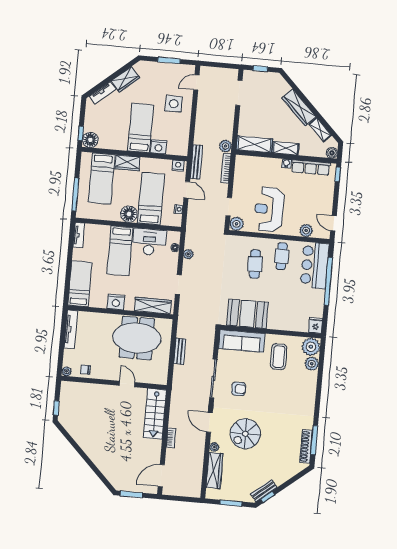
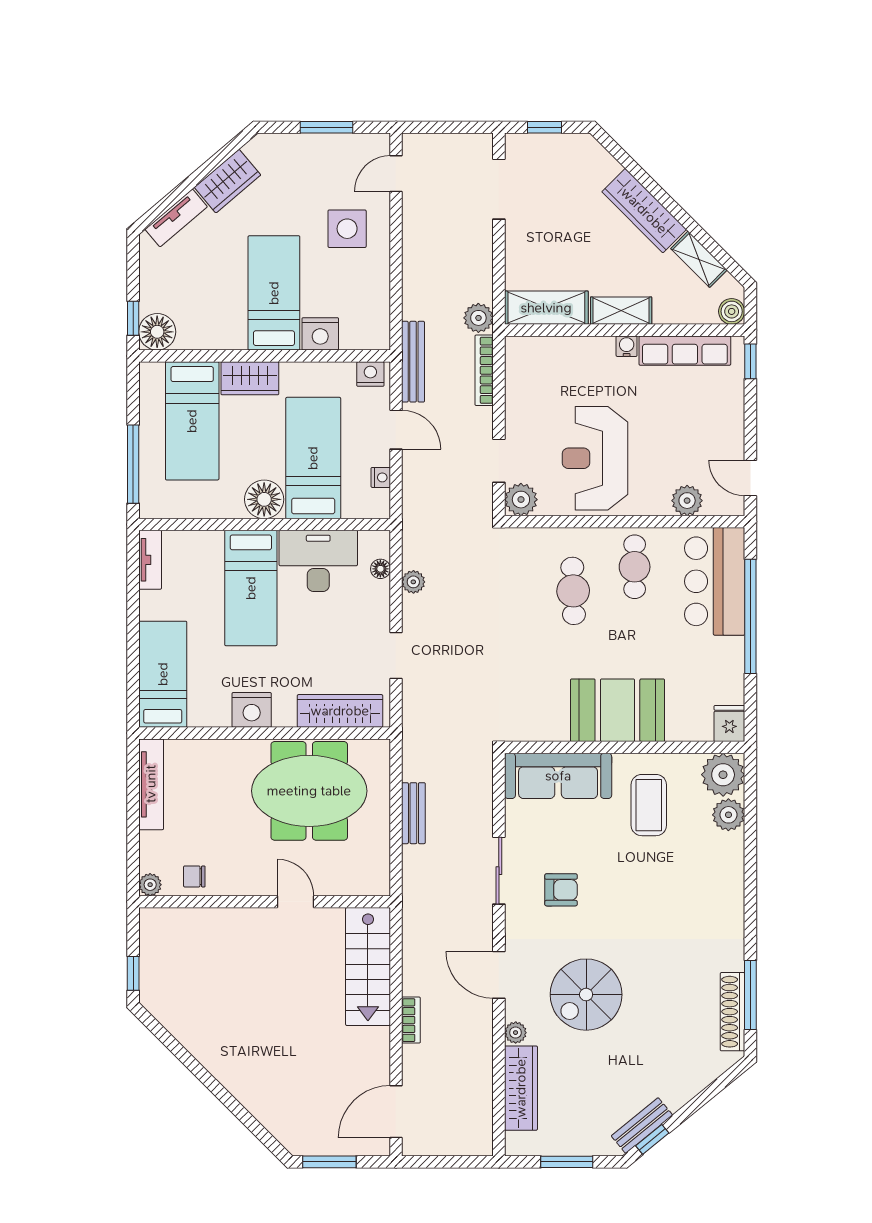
booth: (247, 314) -> (617, 710), moved
sliding door: (213, 378) -> (499, 871), width x0.73

